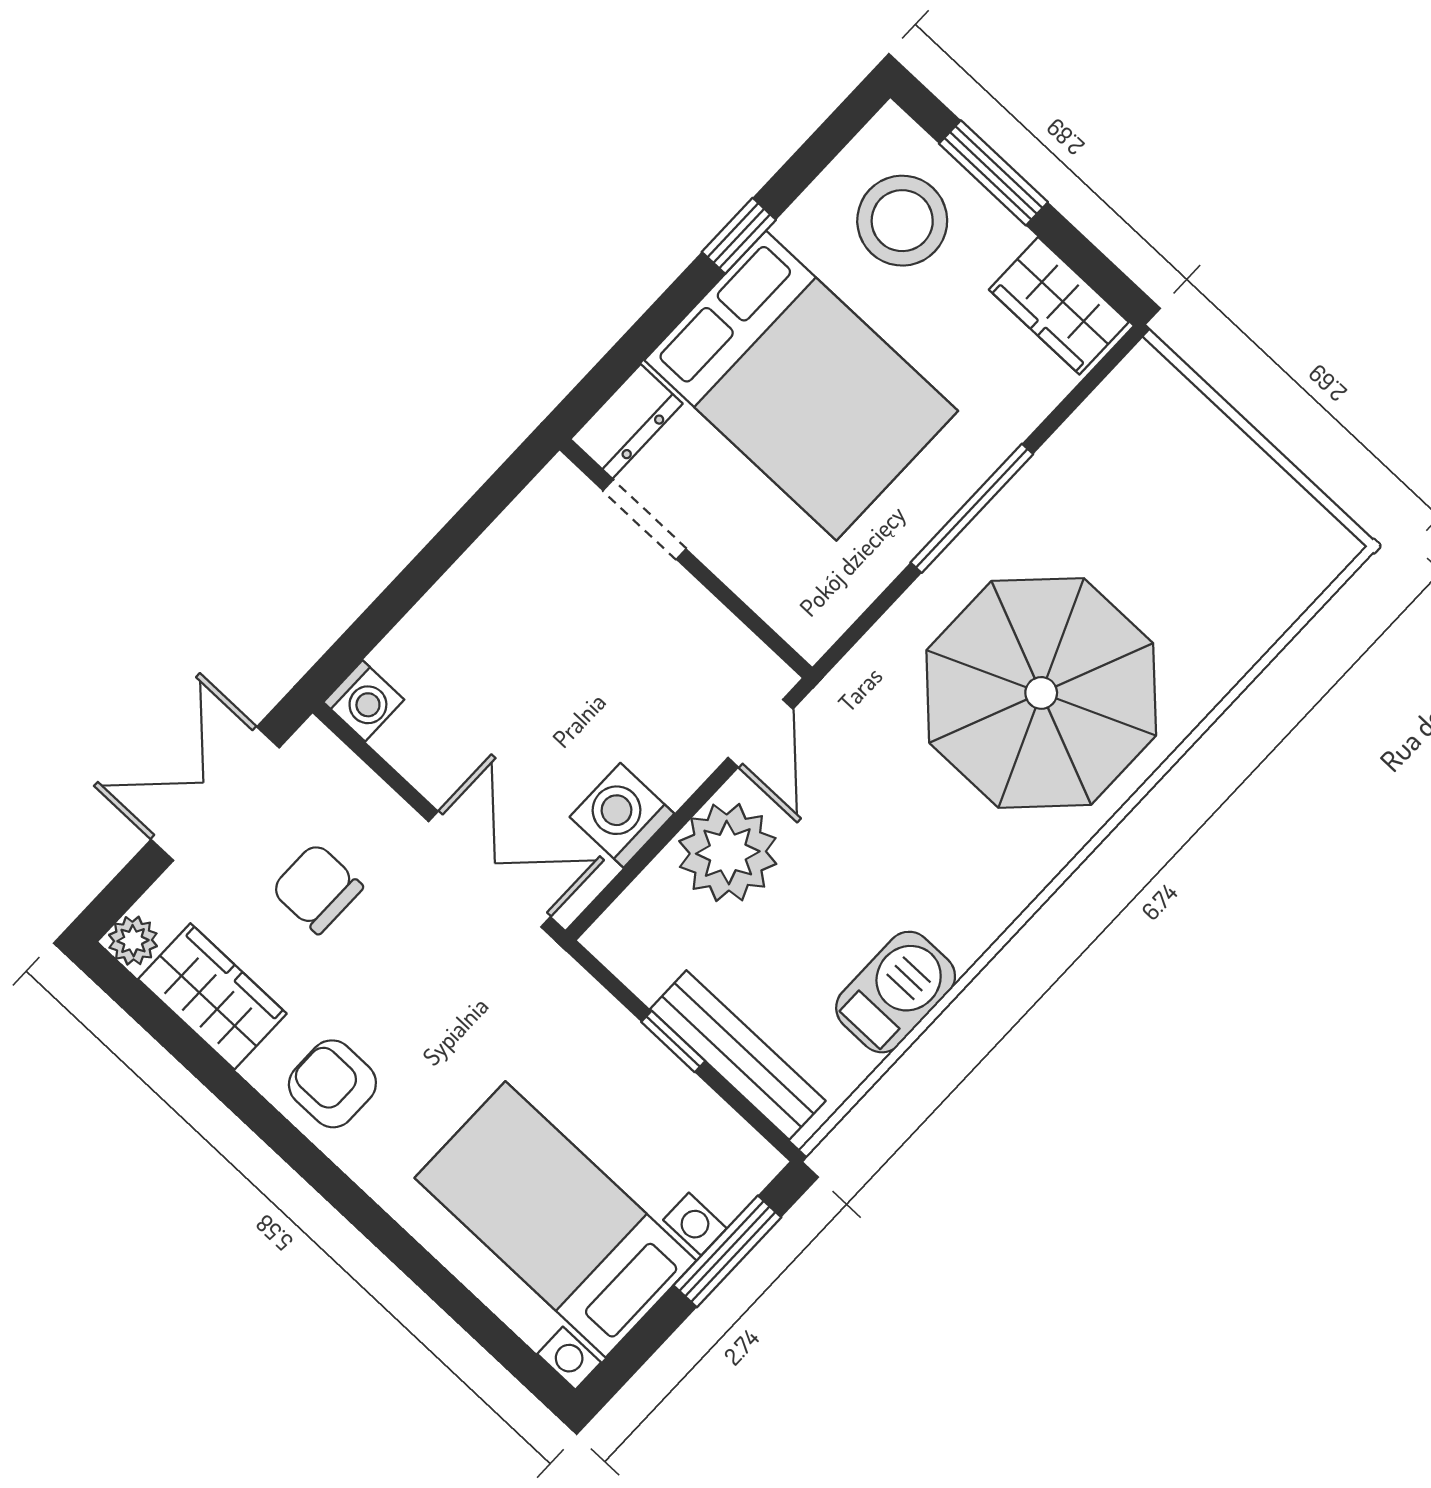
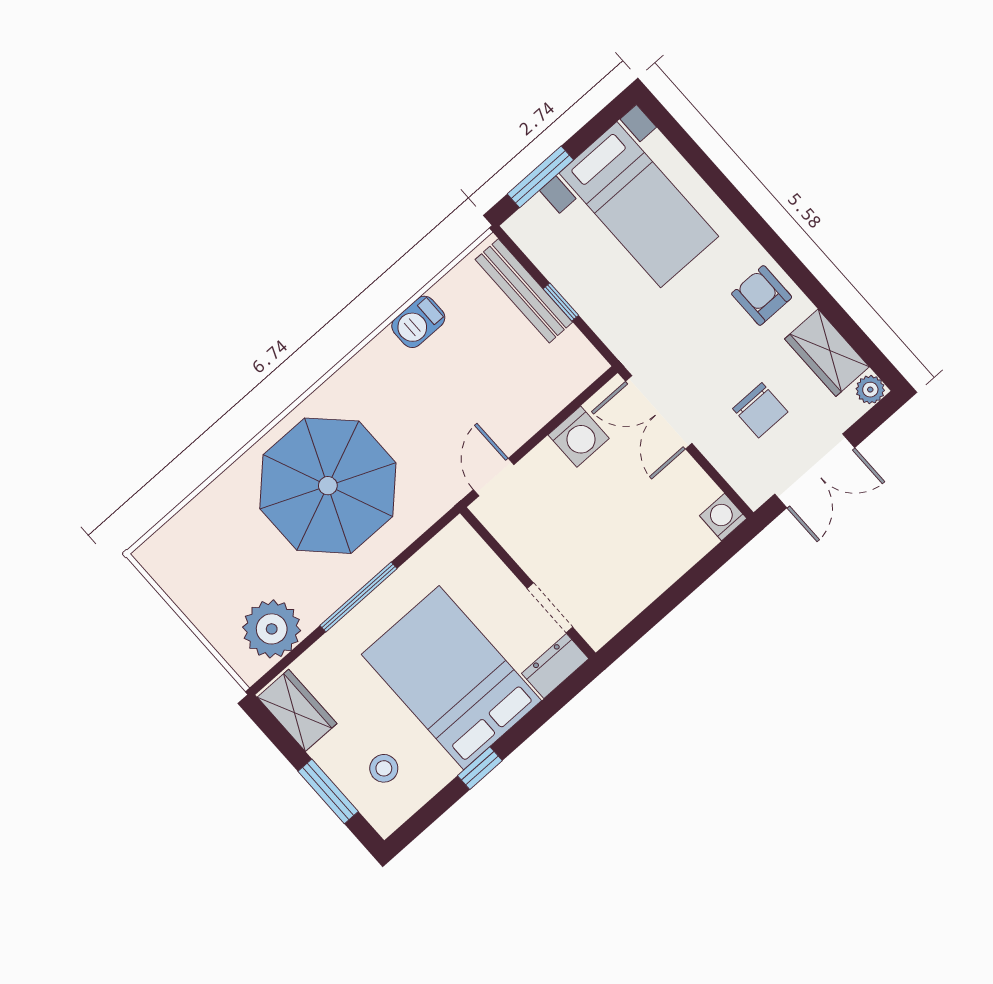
stool: (902, 221) -> (384, 768), width x0.53, depth x0.53
plant: (728, 853) -> (272, 629), moved
barbecue: (896, 992) -> (418, 322), width x0.73, depth x0.79
armchair: (332, 1084) -> (762, 295), turned 180

